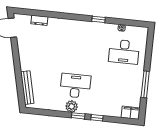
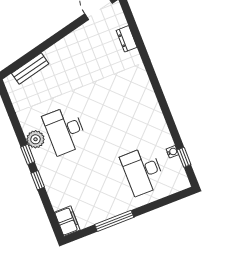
window: (99, 19) -> (184, 157), moved
desk: (75, 86) -> (65, 130), turned 180
bench: (27, 88) -> (30, 69), width x0.73

